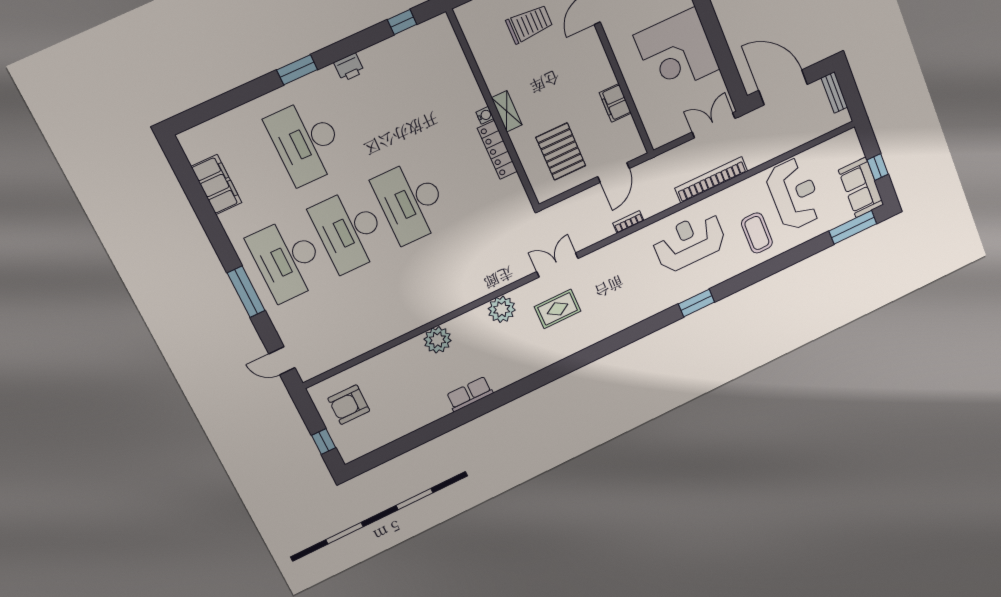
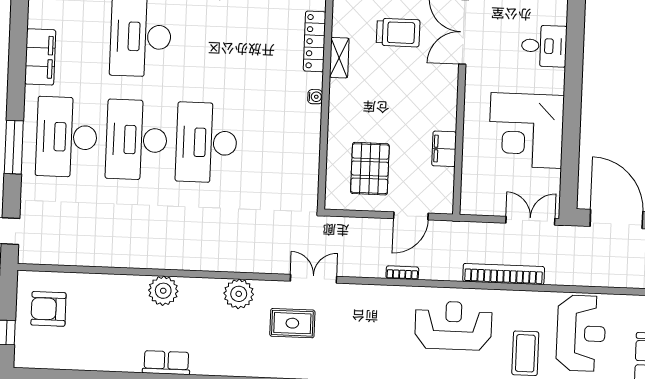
shelving: (507, 111) -> (339, 58), moved
locker: (497, 150) -> (315, 41), moved
filing cabinet: (216, 185) -> (40, 57), moved

